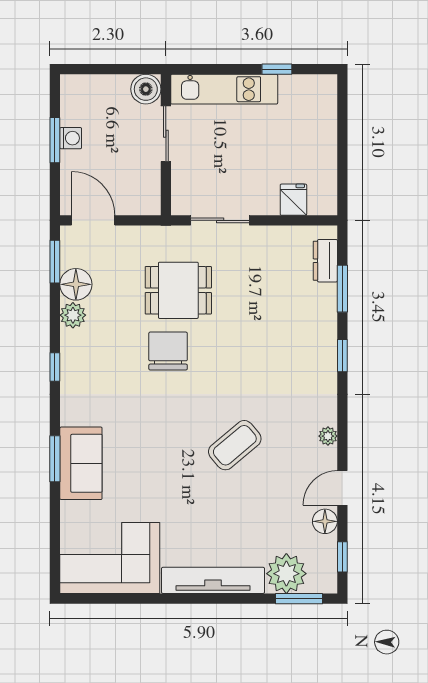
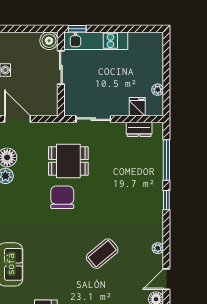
window: (277, 69) -> (77, 29), moved
plant: (328, 171) -> (158, 90), added
dresser: (325, 261) -> (139, 129), moved, turned -90
window: (342, 289) -> (166, 160), width x1.44

